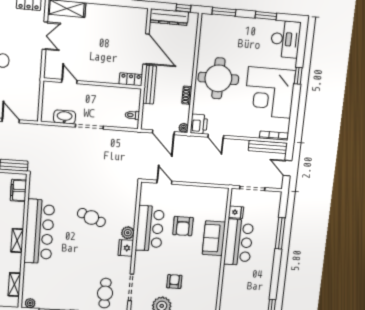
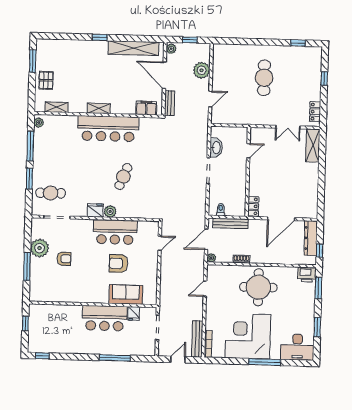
window: (298, 76) -> (265, 362), width x2.17
bench: (150, 85) -> (231, 223), moved
printer: (199, 124) -> (307, 275), moved
sofa: (214, 238) -> (126, 294), moved

